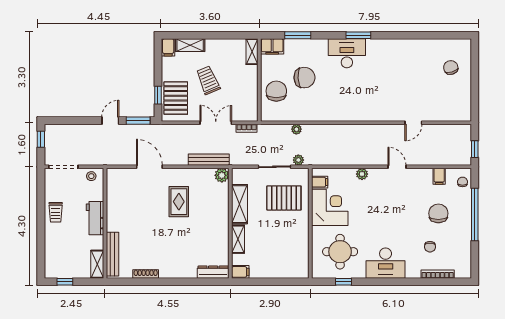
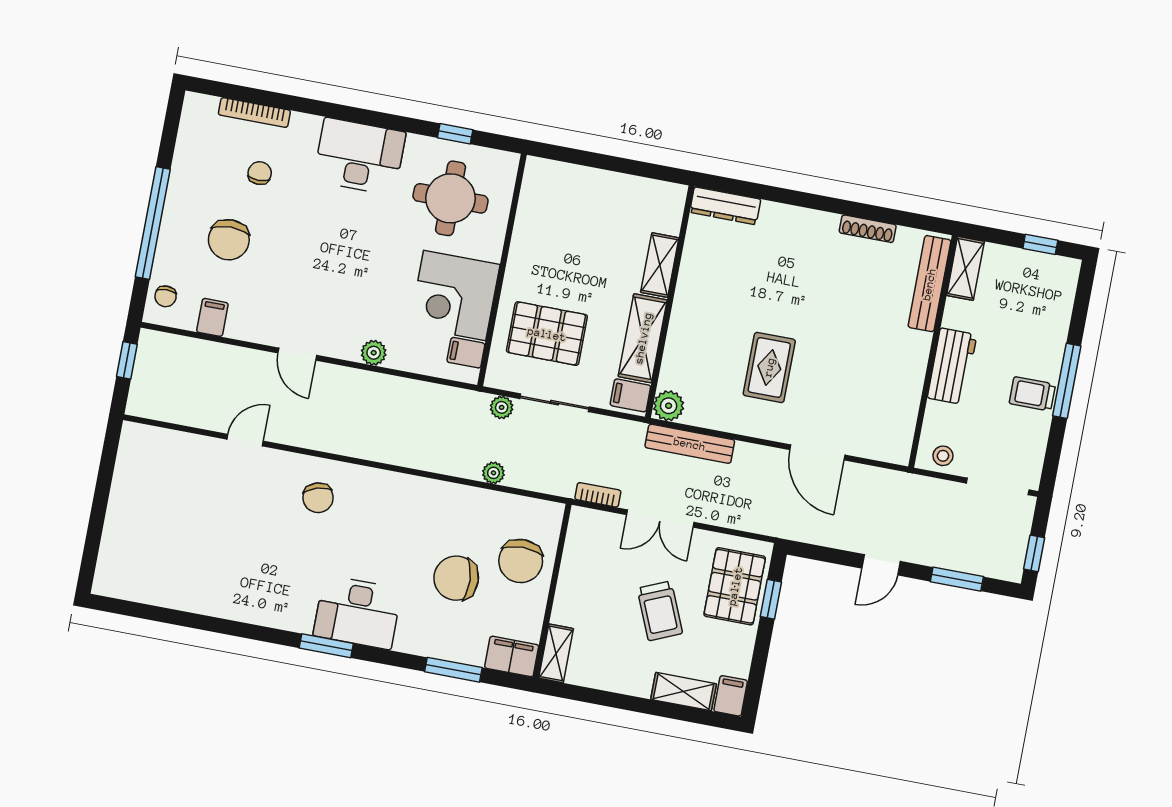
chair: (451, 67) -> (318, 498), moved
window: (138, 121) -> (957, 579), moved
trolley: (56, 212) -> (1032, 394), turned -90
window: (41, 221) -> (1067, 381), added
filing cabinet: (240, 272) -> (630, 395), moved

